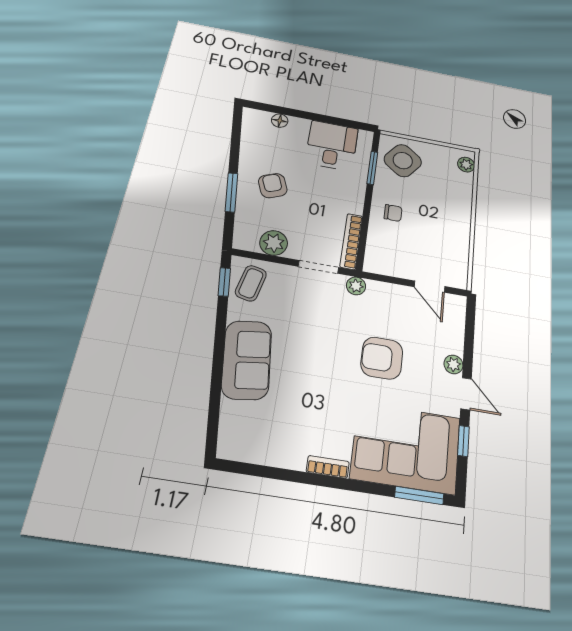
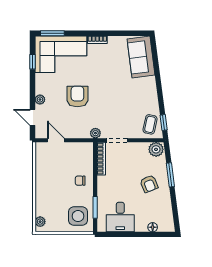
side table: (403, 161) -> (78, 216), turned -37
plant: (274, 243) -> (156, 149), moved
armchair: (382, 358) -> (77, 97), turned -90
sofa: (247, 360) -> (141, 57), moved
door: (466, 394) -> (32, 117), moved

